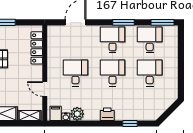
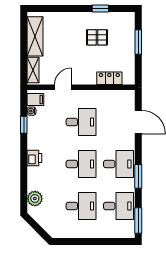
locker: (37, 48) -> (109, 78), width x0.66
plant: (77, 114) -> (35, 199), moved
window: (130, 124) -> (24, 125), moved

